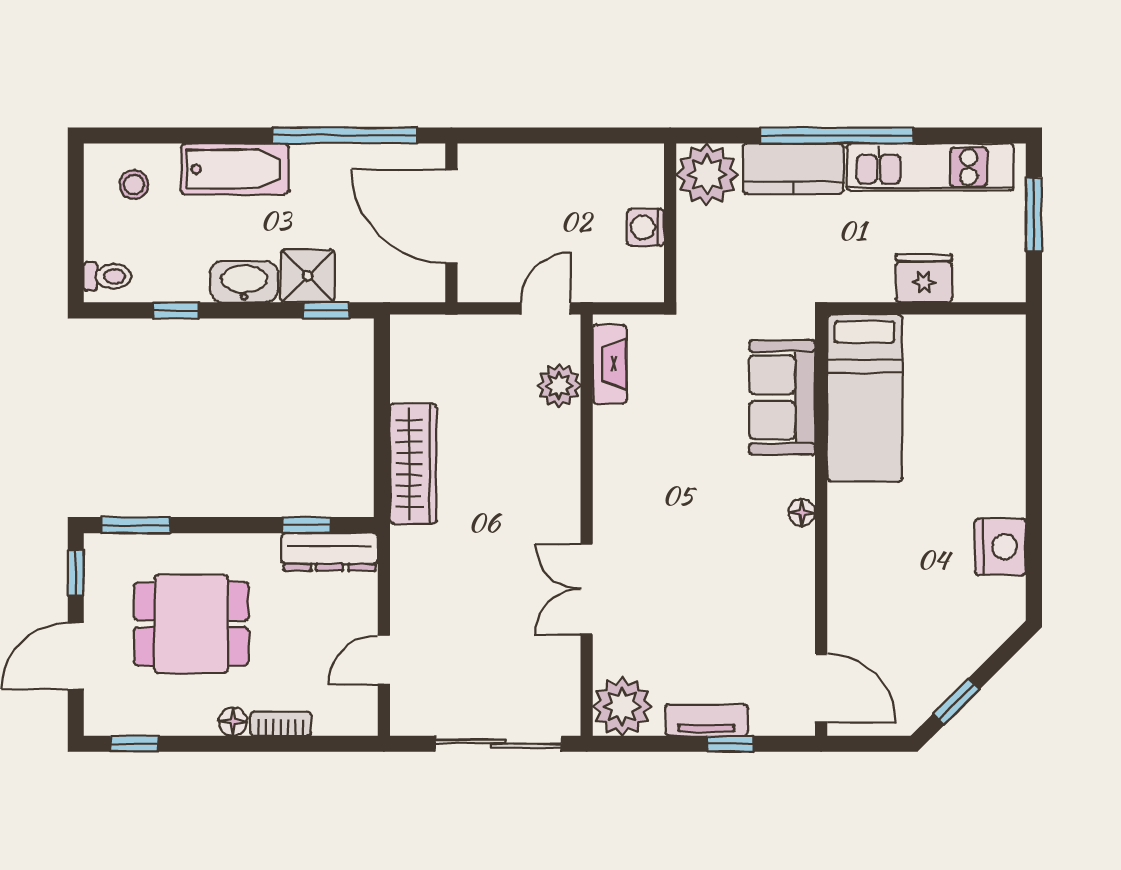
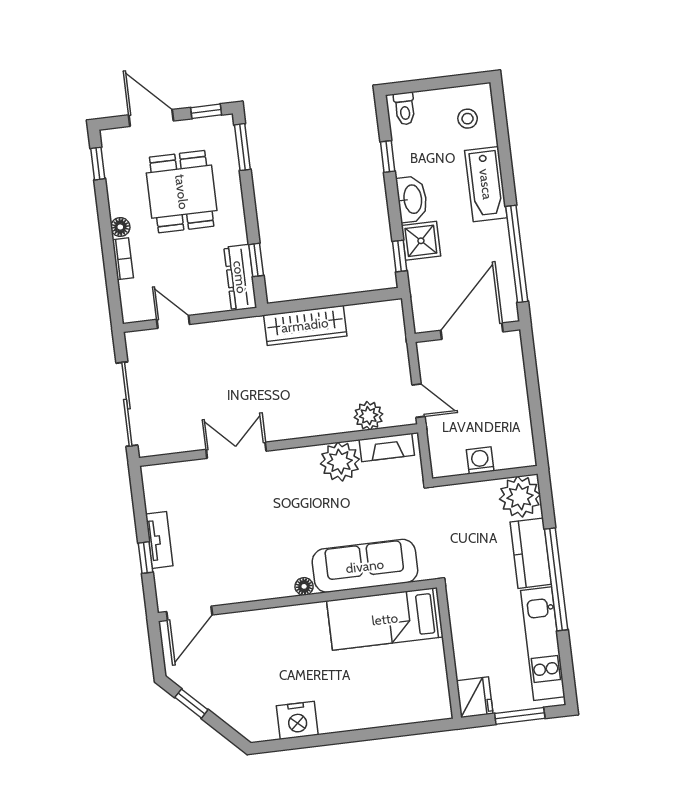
fridge: (924, 278) -> (475, 697), moved
sofa: (782, 397) -> (365, 566), width x1.36
plant: (622, 706) -> (340, 462), moved

